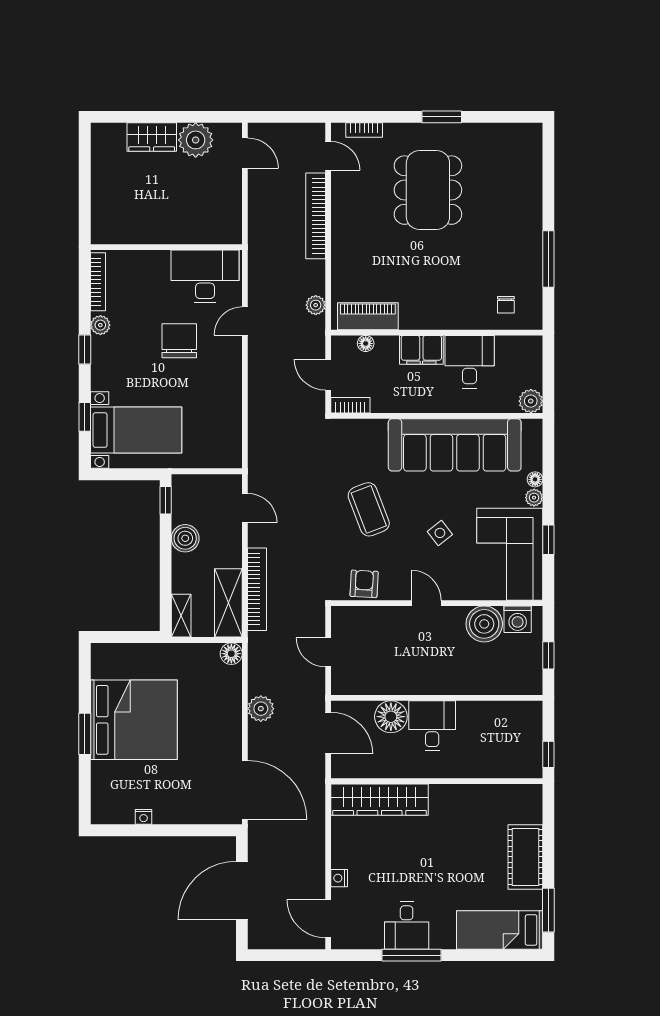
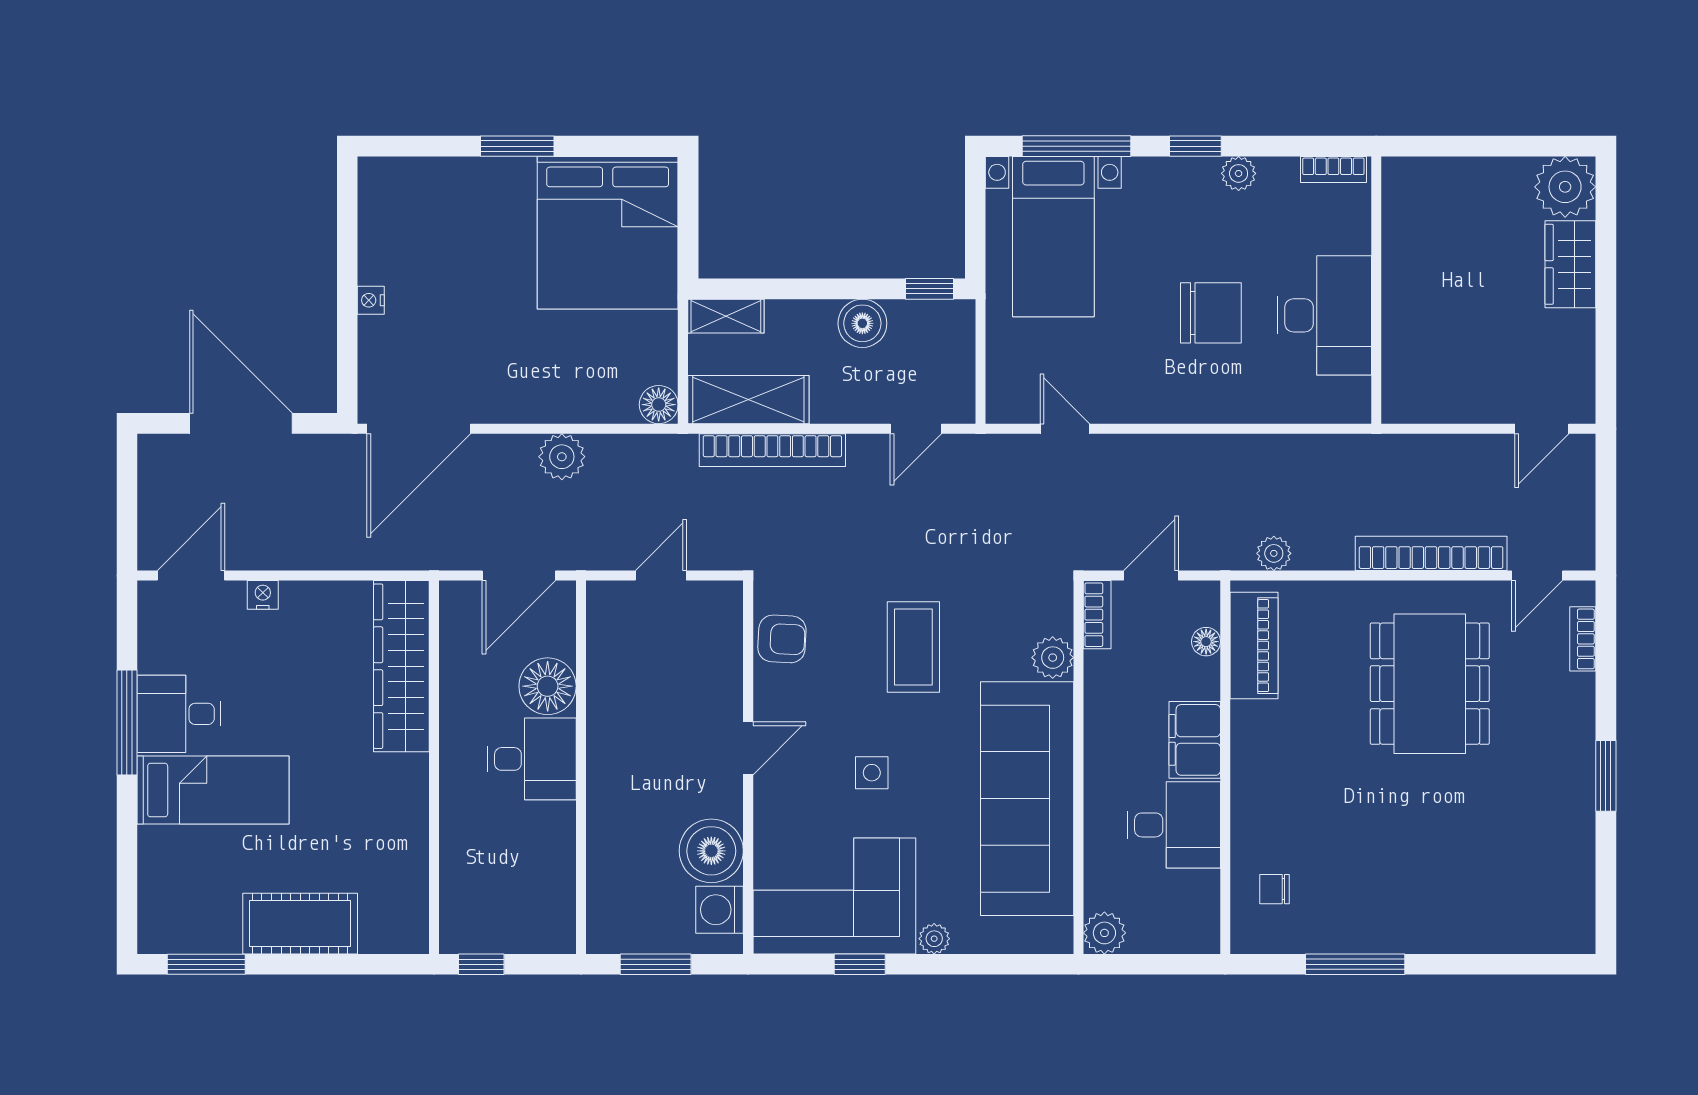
plant: (196, 140) -> (1565, 187), moved
dining table: (428, 190) -> (1430, 684), moved, turned 90
desk: (205, 276) -> (1324, 315), moved
bookcase: (98, 282) -> (1333, 169), width x0.64
door: (245, 321) -> (1065, 429), moved
window: (85, 417) -> (1076, 146), width x2.17
plant: (375, 430) -> (1053, 658), added
floor lamp: (535, 479) -> (966, 940), removed
coffee table: (369, 509) -> (913, 647), turned -69
side table: (440, 533) -> (872, 773), turned 38
window: (548, 655) -> (656, 964), width x1.50
bed: (134, 720) -> (608, 233), moved
nightstand: (144, 817) -> (371, 300), moved
bed: (500, 930) -> (213, 790), moved, turned 90

